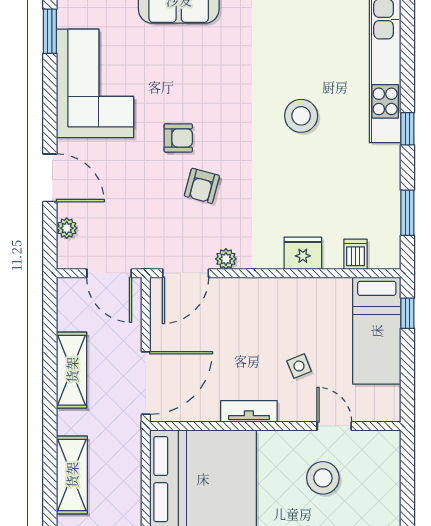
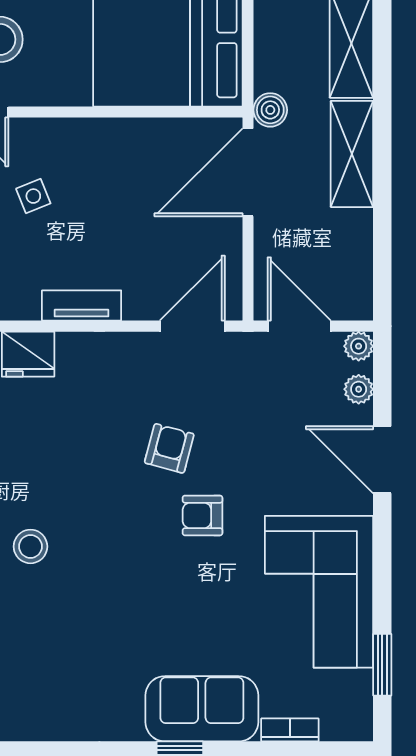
stool: (301, 116) -> (30, 546), width x0.73, depth x0.73
plant: (226, 259) -> (359, 346), moved
shelving: (72, 370) -> (352, 154), moved
tv unit: (249, 411) -> (82, 305), moved, turned 180
boiler: (130, 428) -> (270, 110), added

